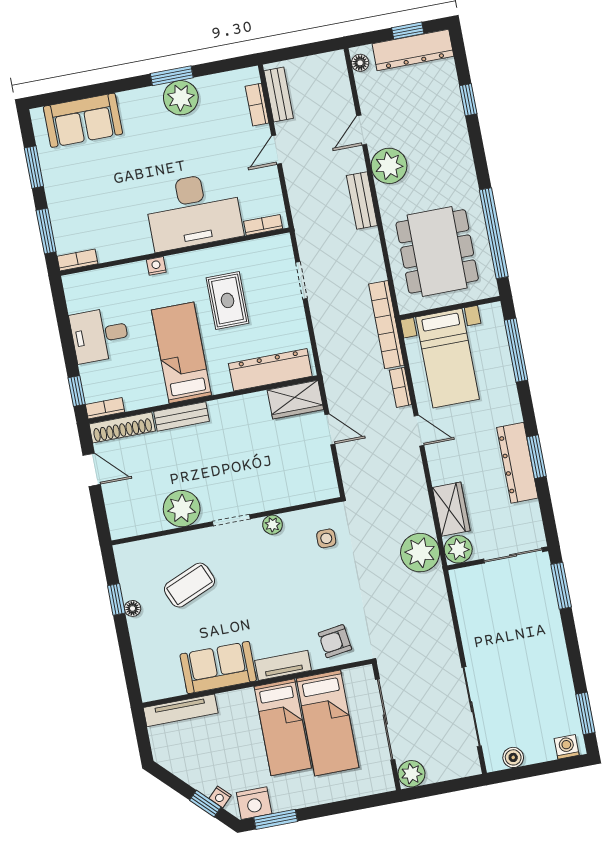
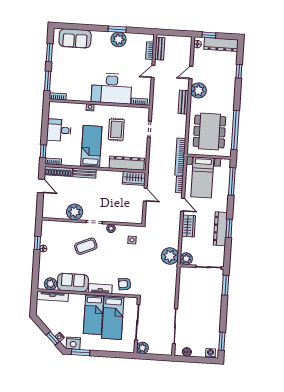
window: (408, 31) -> (209, 35), moved
wardrobe: (451, 509) -> (189, 226), moved
coffee table: (189, 585) -> (86, 246), moved
plant: (169, 683) -> (51, 284), added

